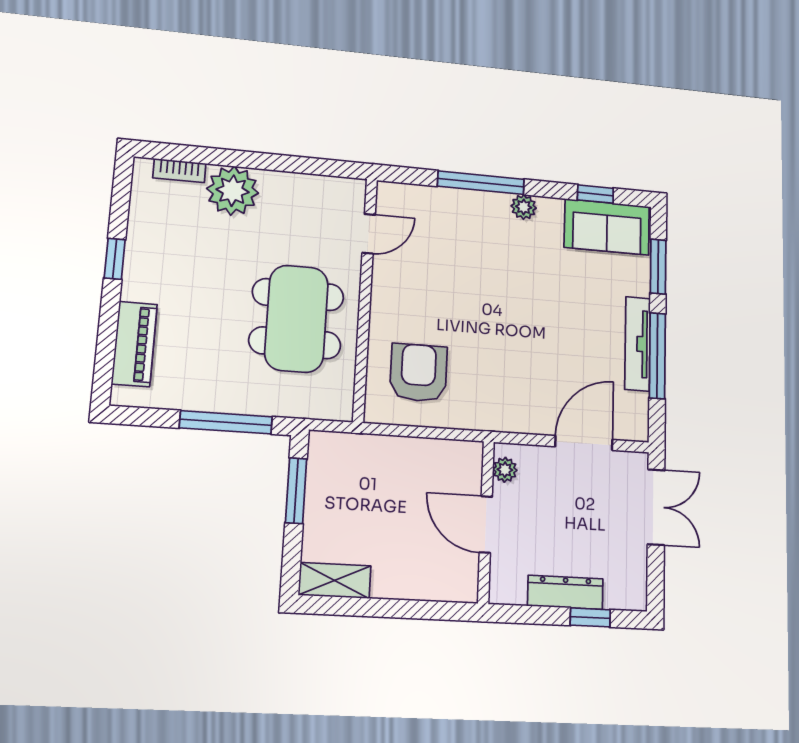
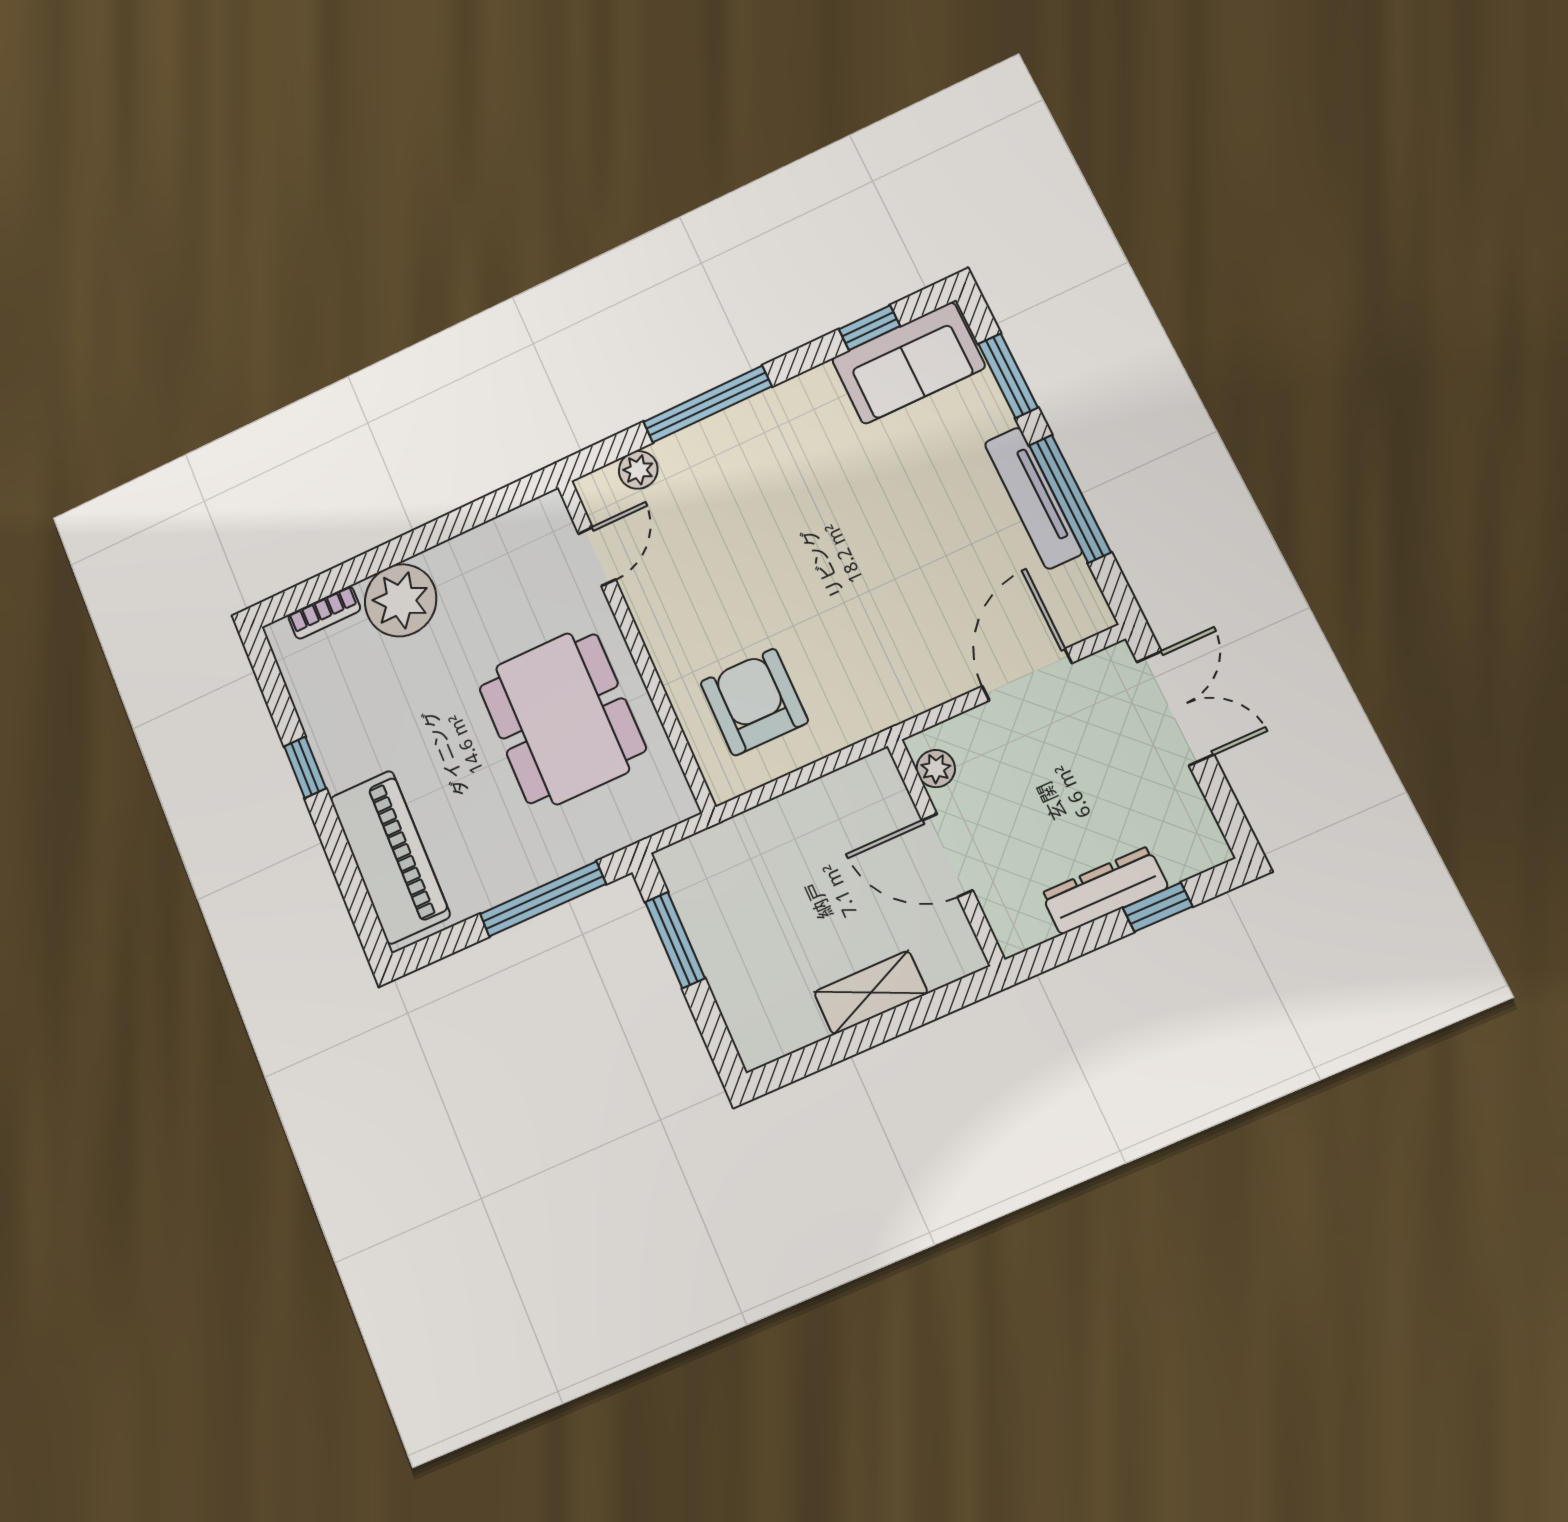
plant: (524, 207) -> (638, 470), moved
piano: (134, 344) -> (390, 857), width x1.37, depth x1.33
shelving: (335, 580) -> (871, 993), moved

